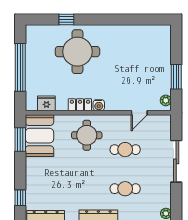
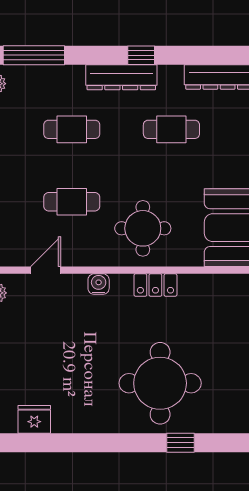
fridge: (46, 103) -> (34, 419), moved, turned 180
water cooler: (99, 105) -> (99, 284), moved
cafe table: (71, 189) -> (171, 129), added

